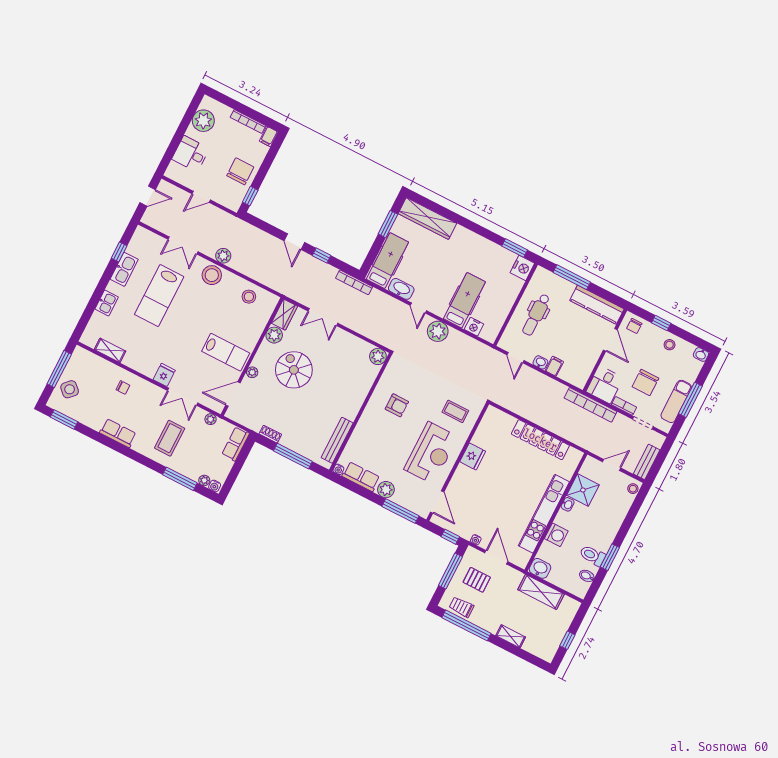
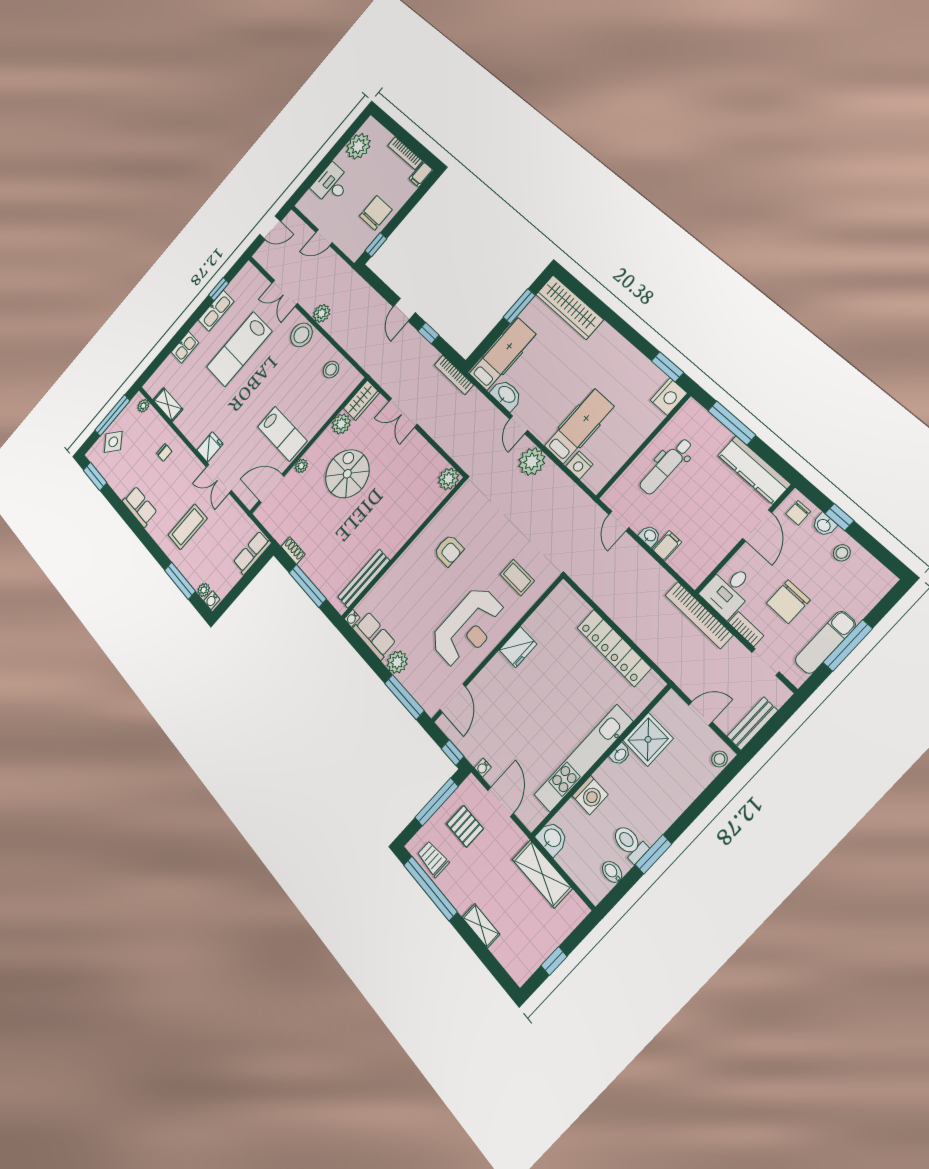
washbasin: (701, 354) -> (824, 525), moved
plant: (211, 419) -> (143, 406), moved

